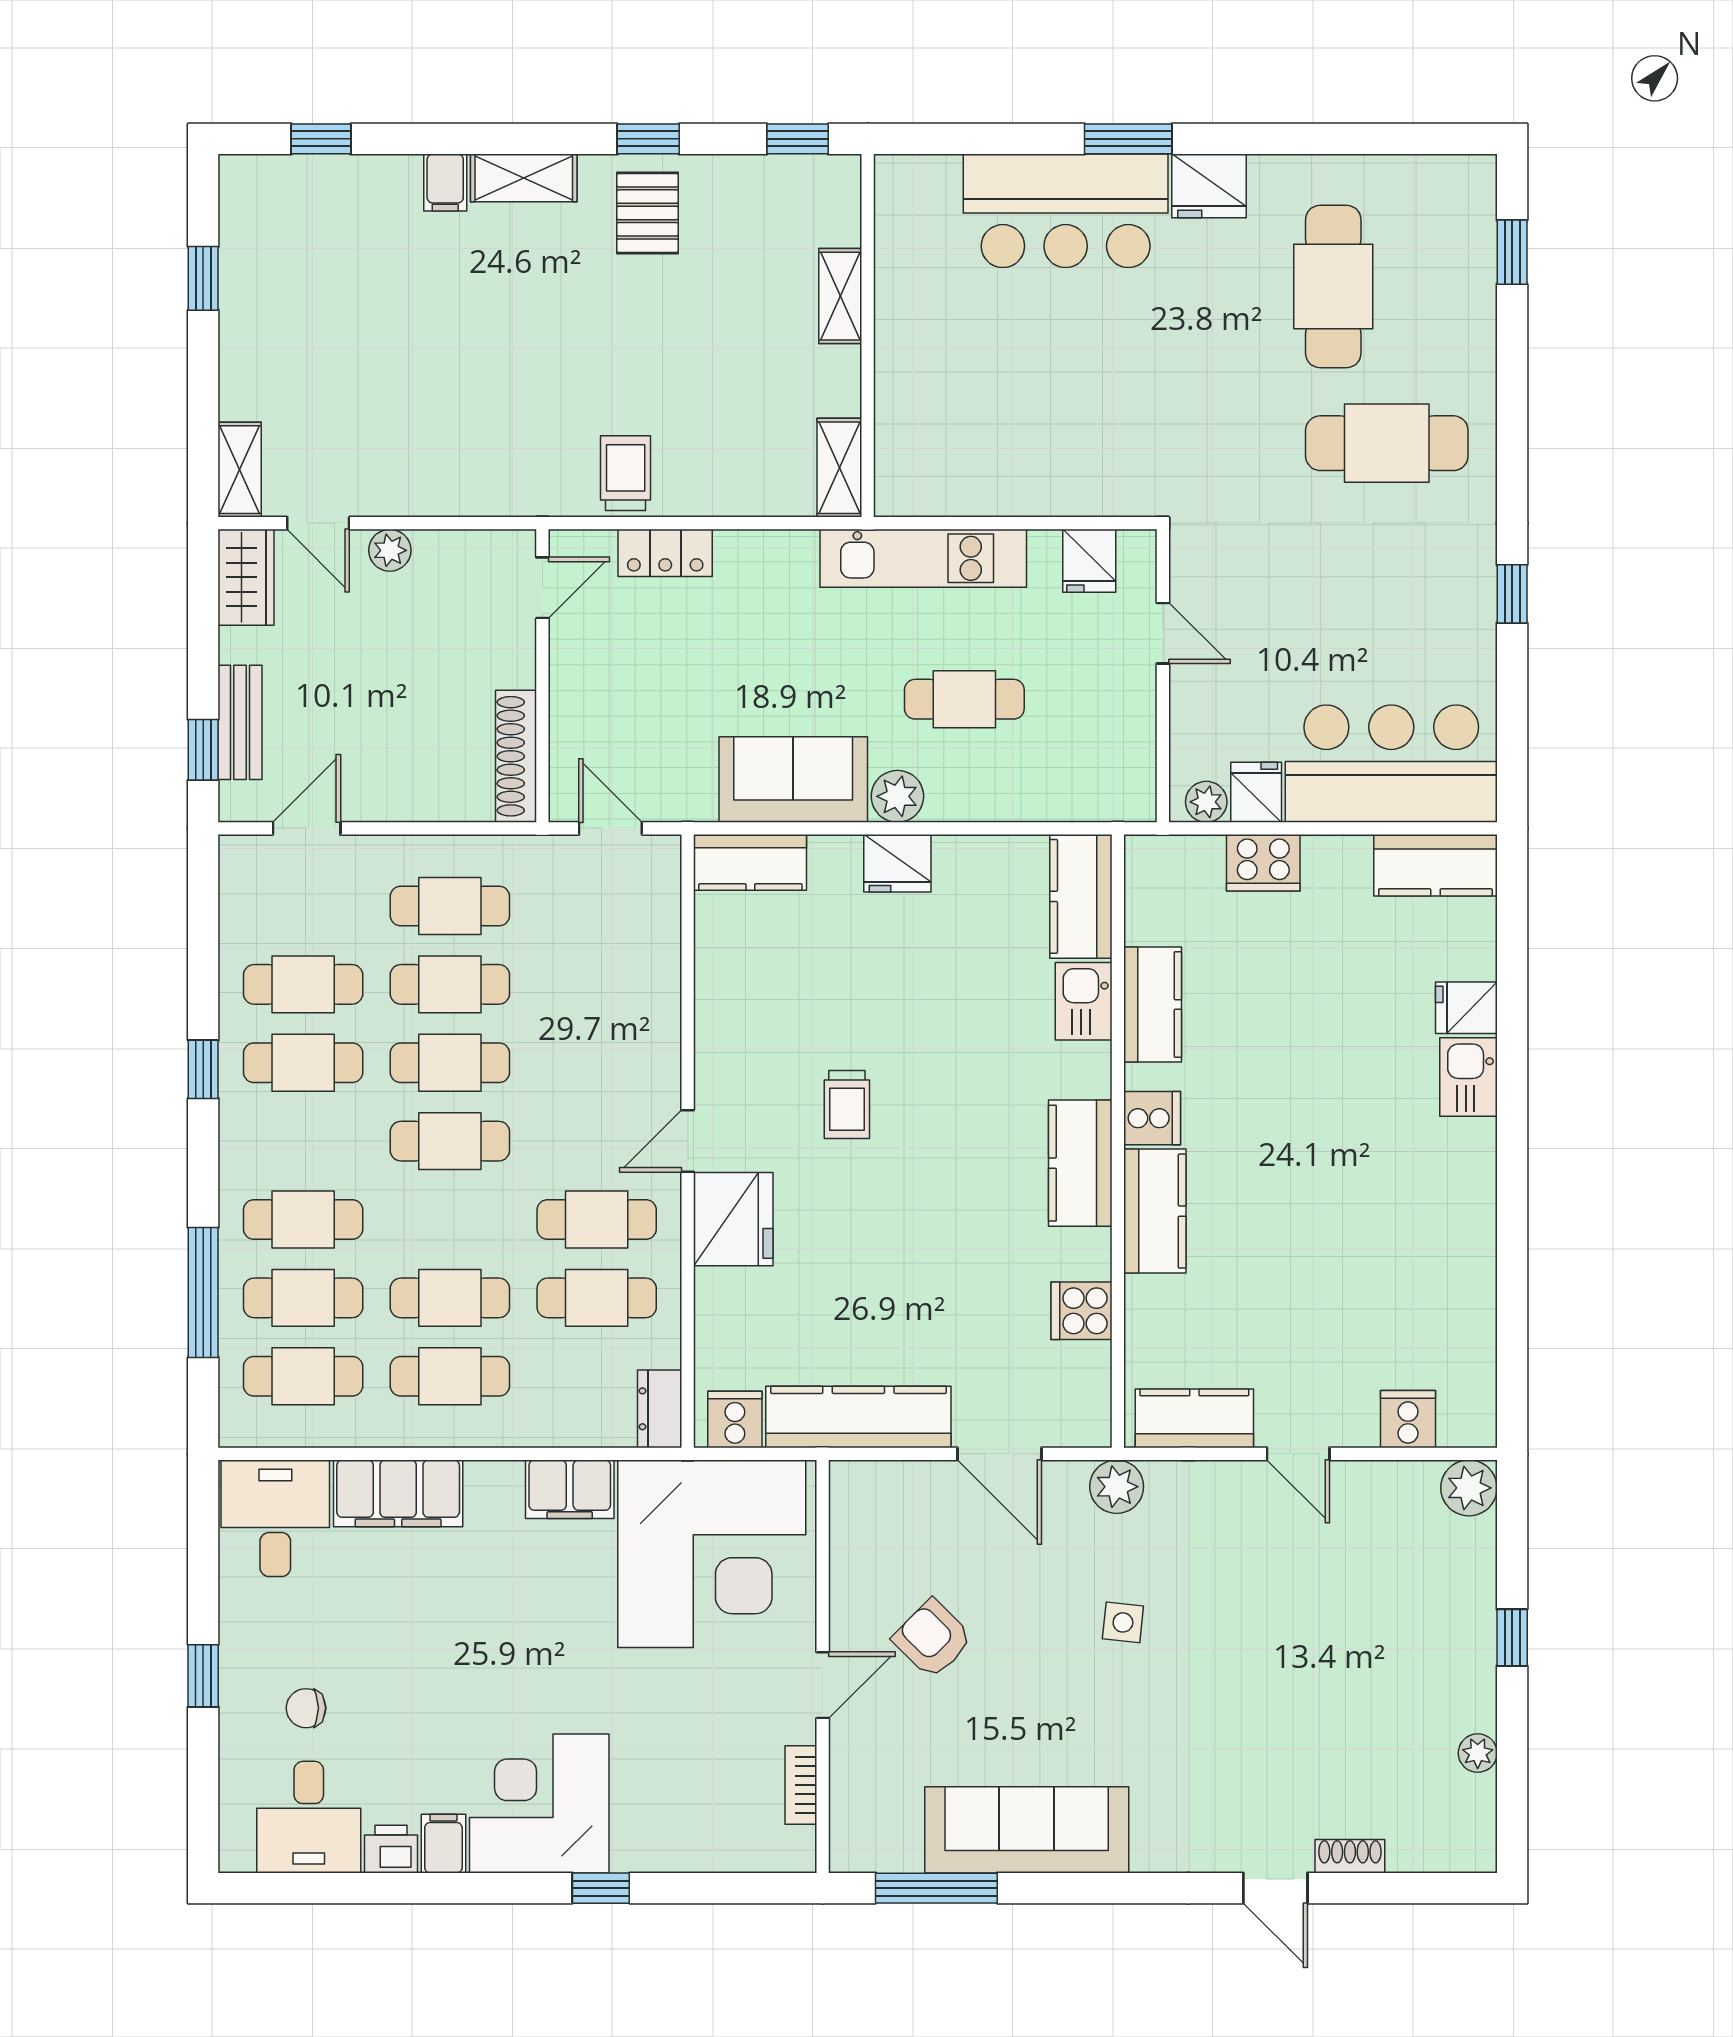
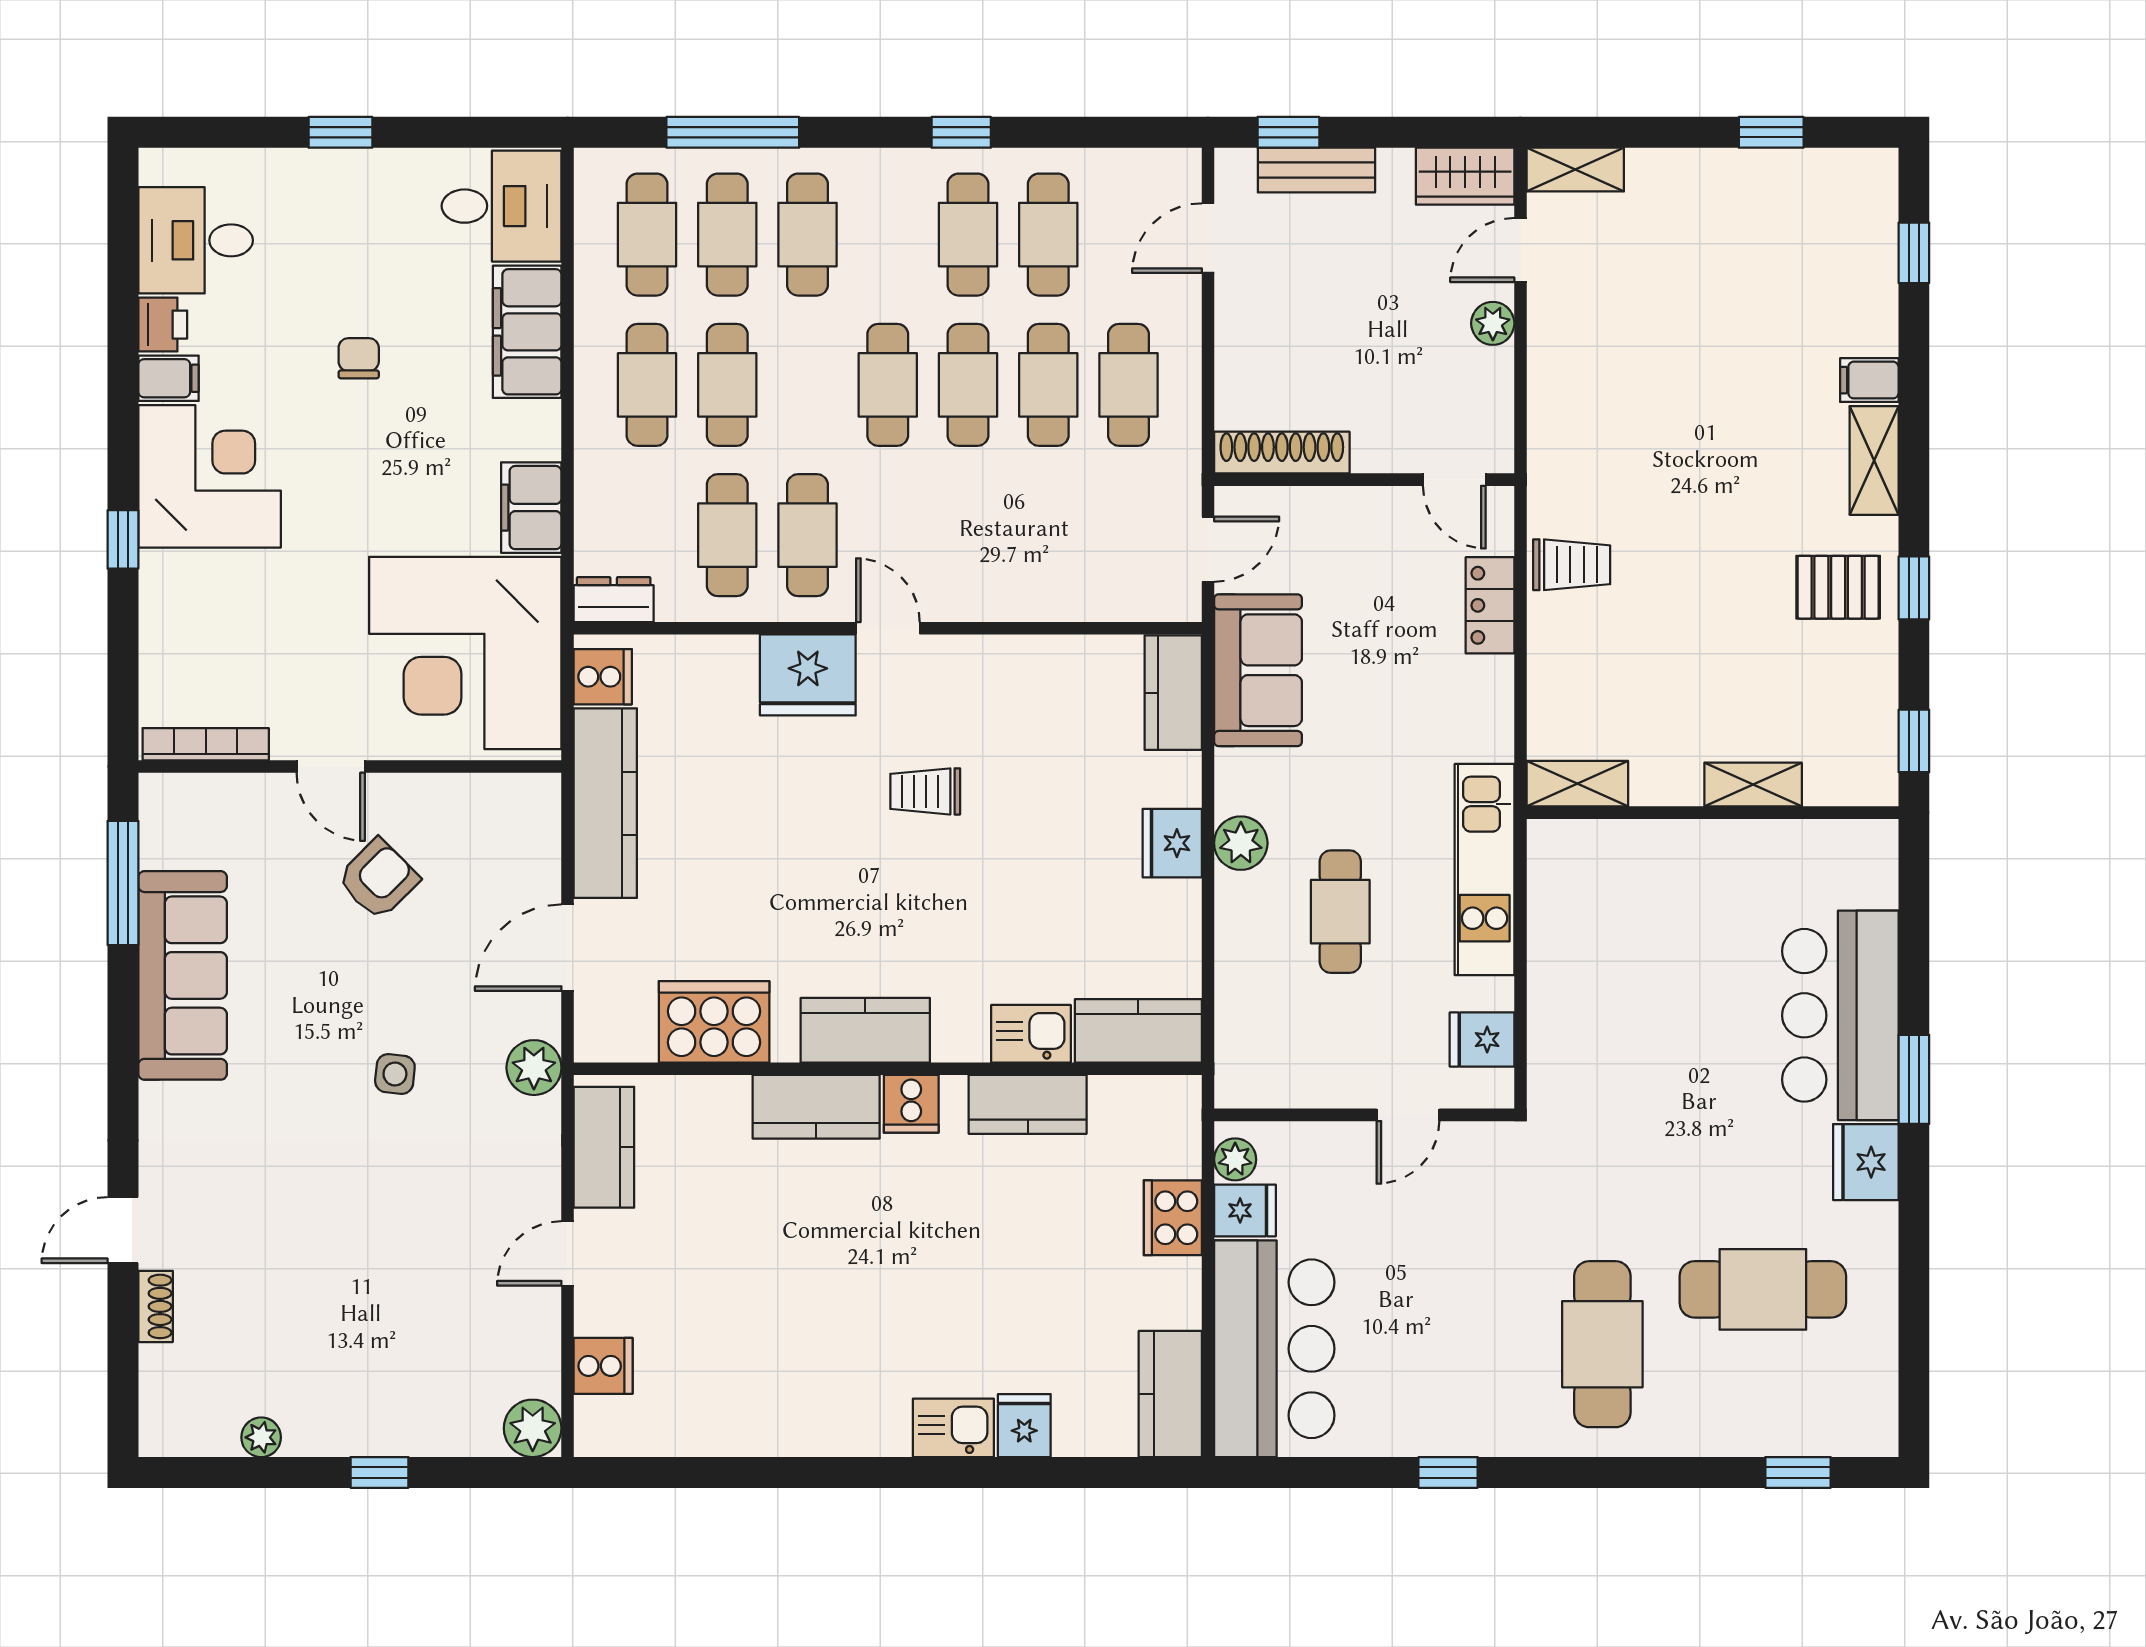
sofa: (793, 780) -> (1258, 670), moved
door: (307, 828) -> (1208, 238), swing flipped
cooker: (1081, 1311) -> (714, 1022), width x1.87, depth x1.31
chair: (306, 1708) -> (359, 358), moved
bookcase: (801, 1785) -> (206, 744), width x1.56

